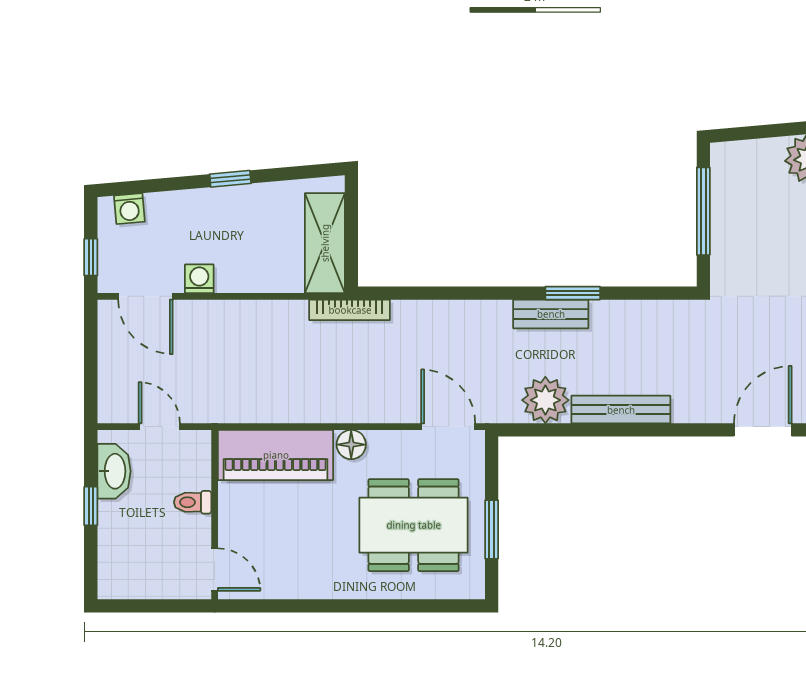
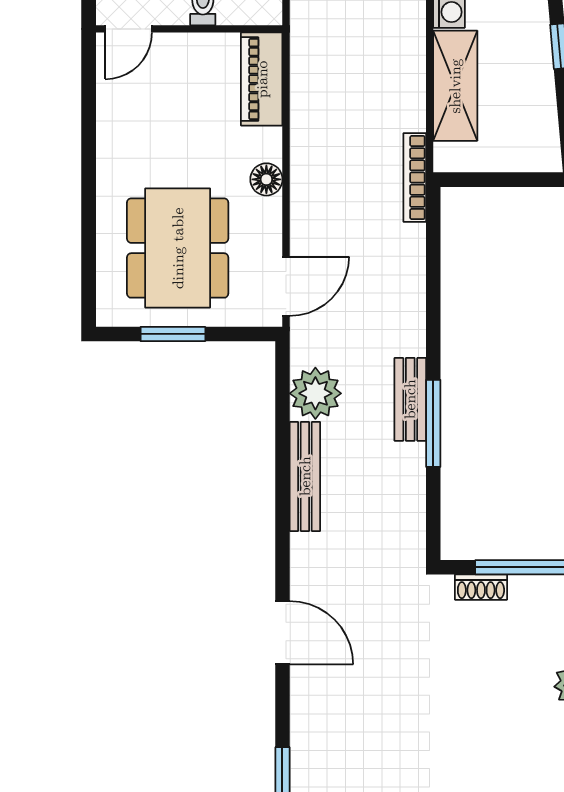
shelving: (325, 243) -> (455, 86), moved, turned 90
shoe rack: (721, 250) -> (481, 587), added
window: (573, 293) -> (433, 423), width x1.44
piano: (276, 455) -> (262, 79), width x0.73, depth x0.75

